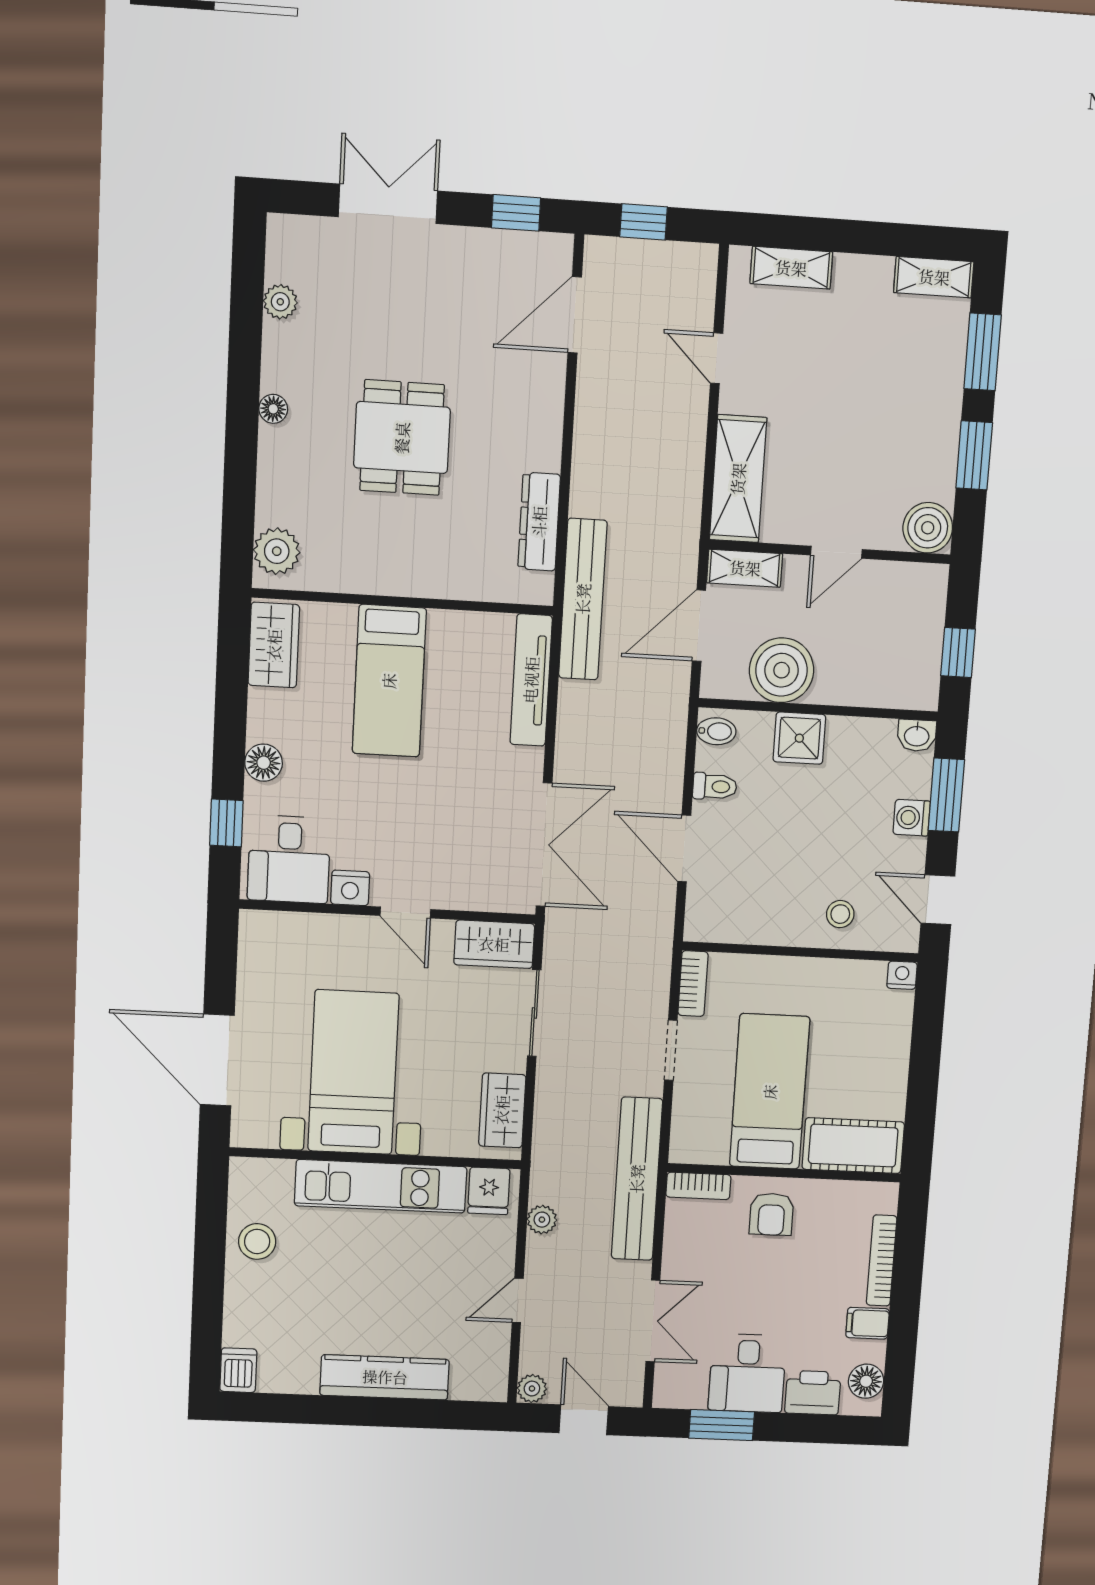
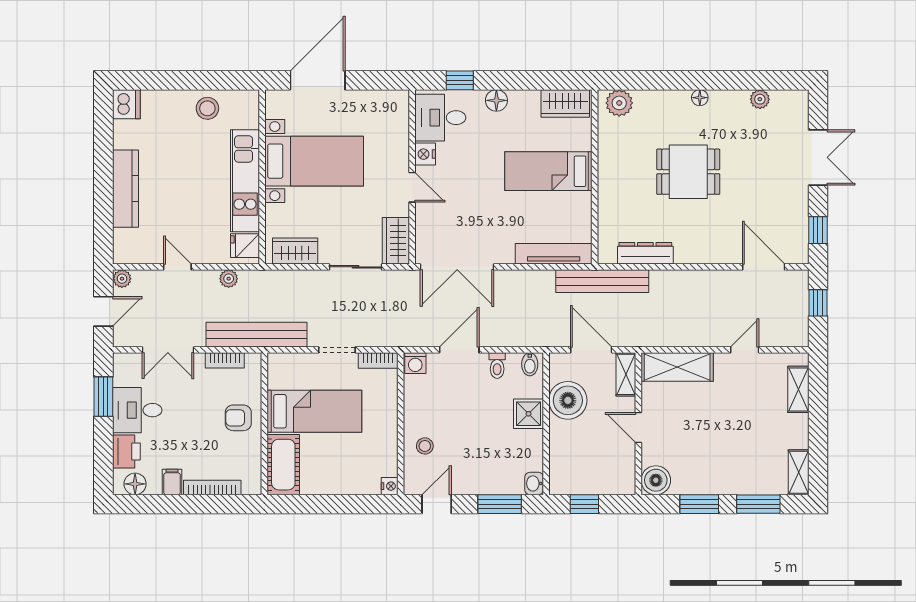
washing machine: (912, 818) -> (415, 363), moved, turned 180
door: (405, 912) -> (412, 187), swing flipped
bookcase: (698, 1186) -> (225, 360), moved, turned -90
dishwasher: (238, 1370) -> (126, 104), width x1.38

